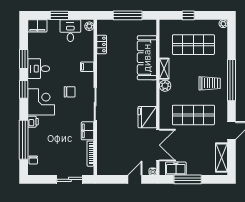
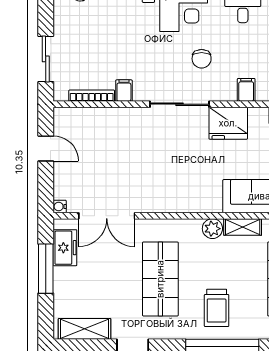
fridge: (147, 117) -> (228, 123), moved, turned 180
filing cabinet: (88, 131) -> (124, 91), width x0.50
door: (135, 179) -> (46, 148), moved

